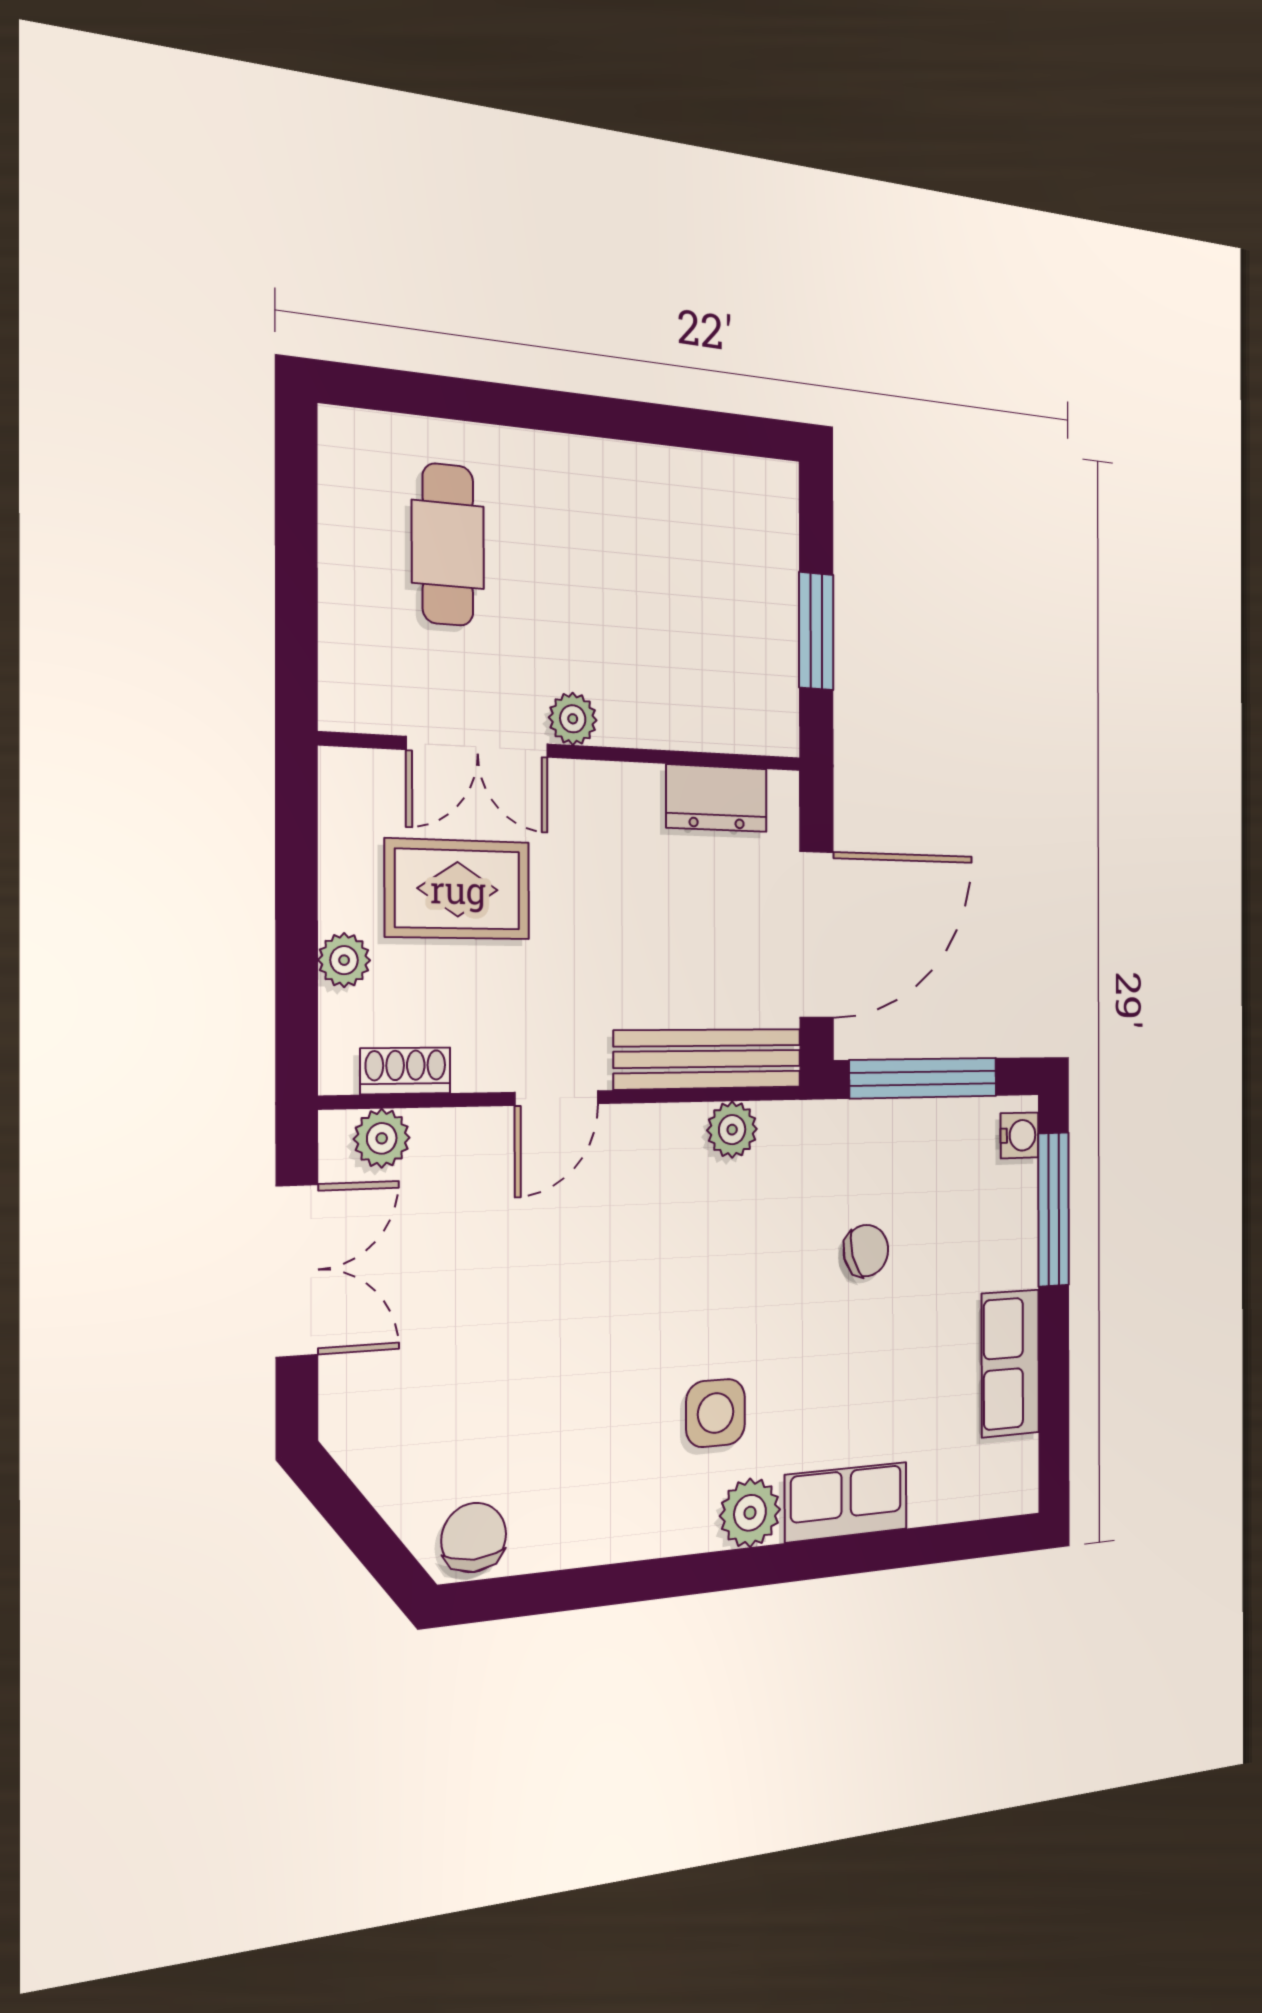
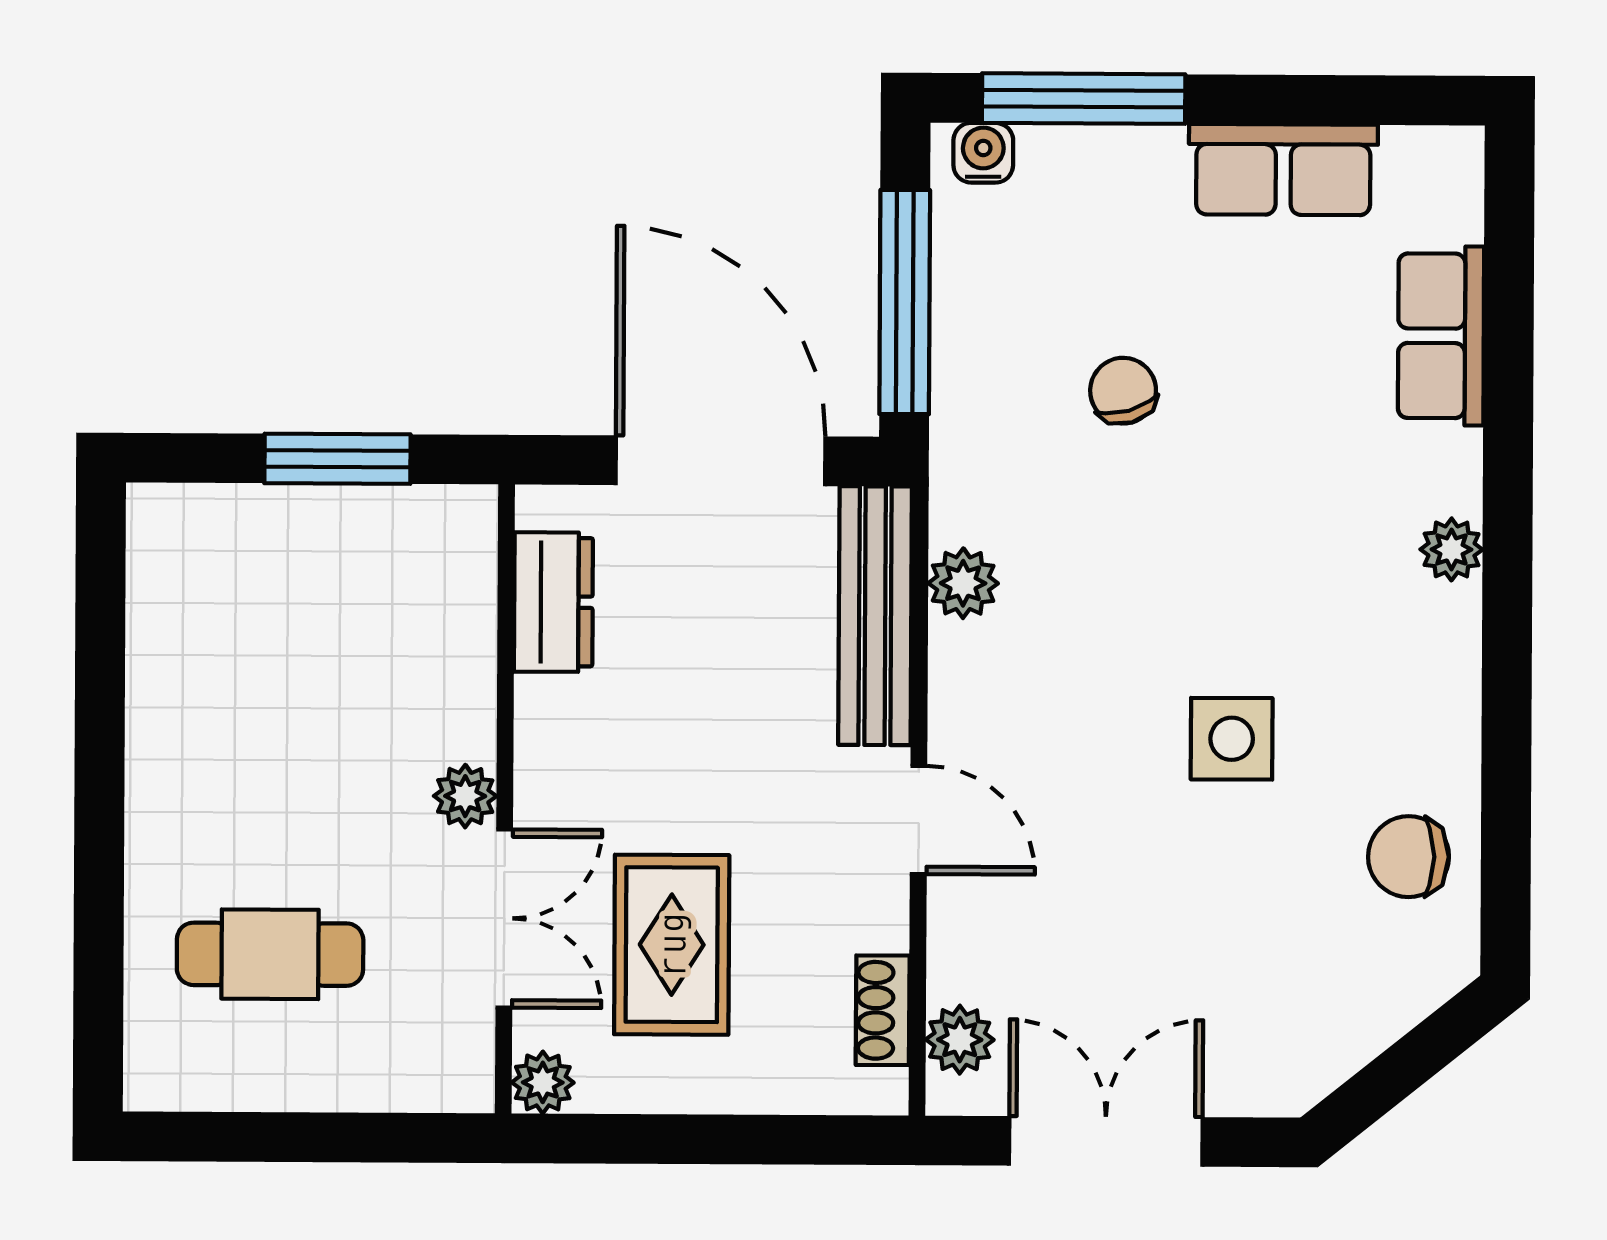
plant: (344, 960) -> (543, 1082), moved
side table: (716, 1413) -> (1232, 739), moved
row of seats: (846, 1502) -> (1441, 336), moved
plant: (750, 1513) -> (1452, 549), width x0.73, depth x0.73
chair: (474, 1537) -> (1408, 857), moved

